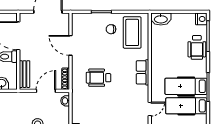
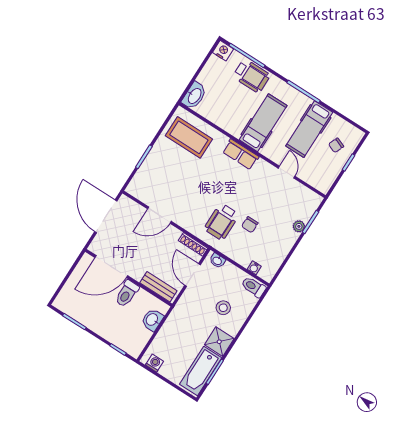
chair: (111, 29) -> (250, 225), moved
wheelchair: (99, 78) -> (222, 222), moved
hospital bed: (186, 86) -> (263, 123), moved, turned 180

